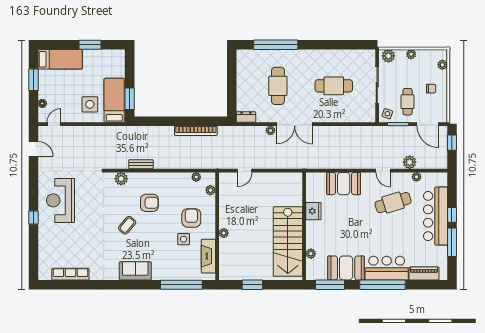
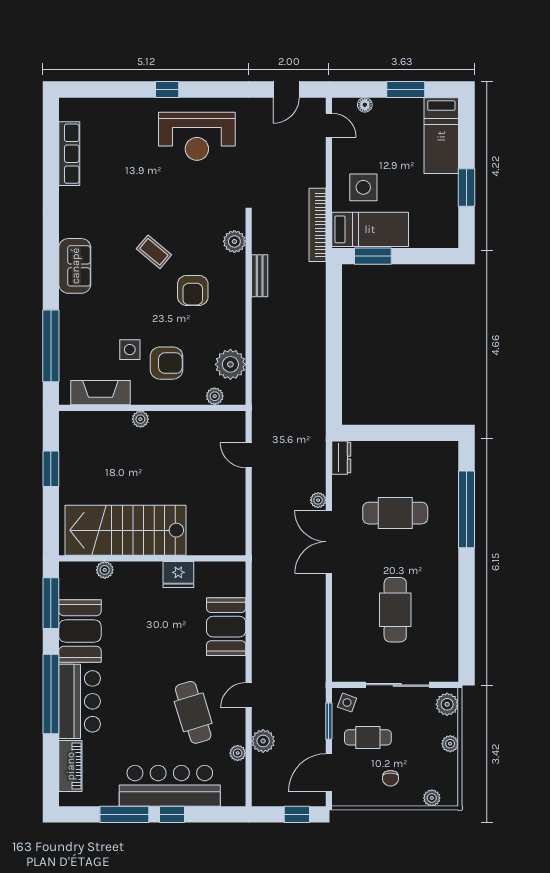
bookcase: (196, 131) -> (318, 225), moved
plant: (196, 177) -> (230, 364), width x1.88, depth x1.88
reception desk: (60, 200) -> (197, 136), turned 180

